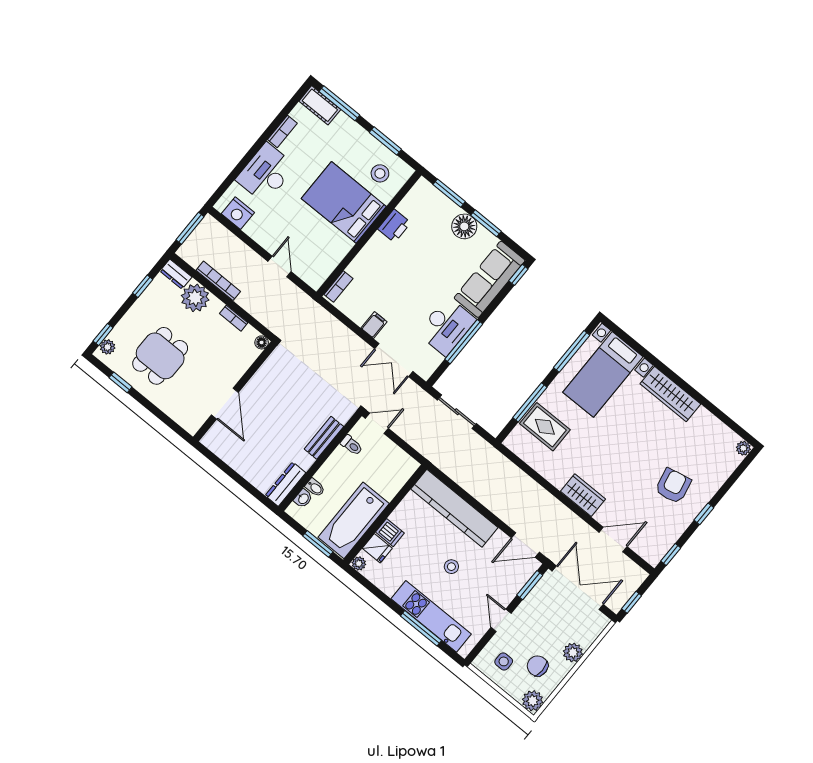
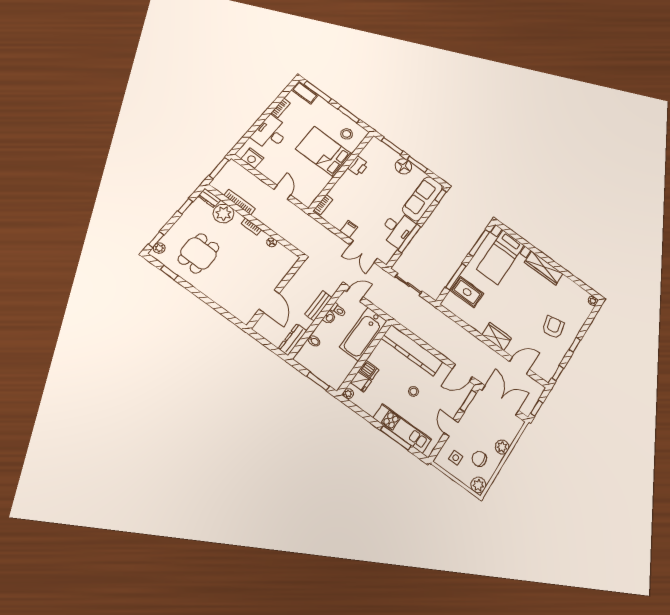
wall: (235, 392) -> (276, 293), moved
door: (225, 404) -> (269, 301), moved
washbasin: (303, 499) -> (329, 318), moved
bathtub: (354, 520) -> (363, 334), moved

